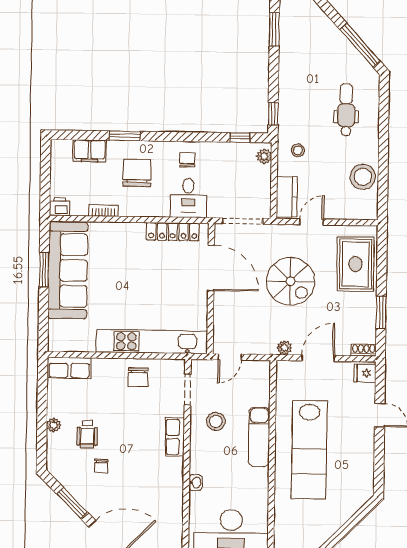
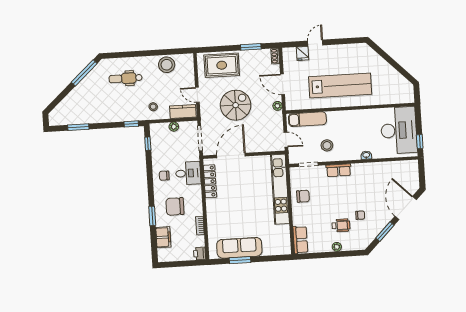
plant: (264, 156) -> (174, 127), moved
sofa: (68, 270) -> (239, 248), width x0.74, depth x0.79
fridge: (365, 373) -> (303, 53), moved
exam couch: (259, 437) -> (307, 119), moved

